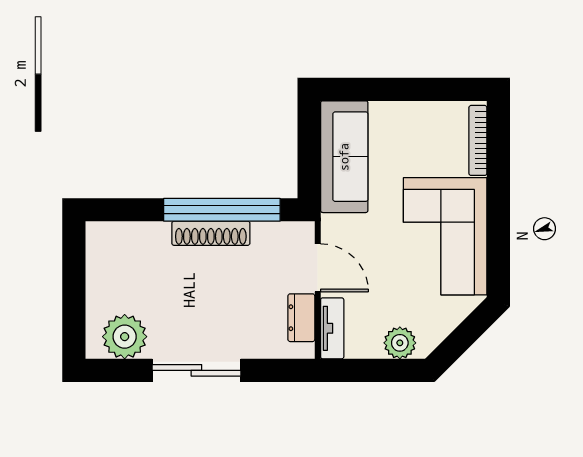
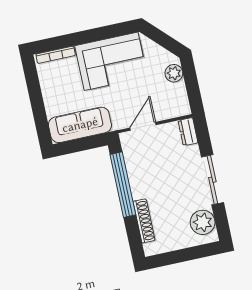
shoe rack: (211, 233) -> (144, 221), moved
dresser: (301, 318) -> (188, 132), moved, turned 90
tv unit: (332, 328) -> (174, 111), removed

